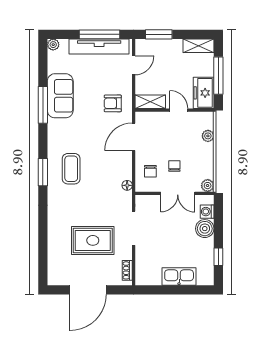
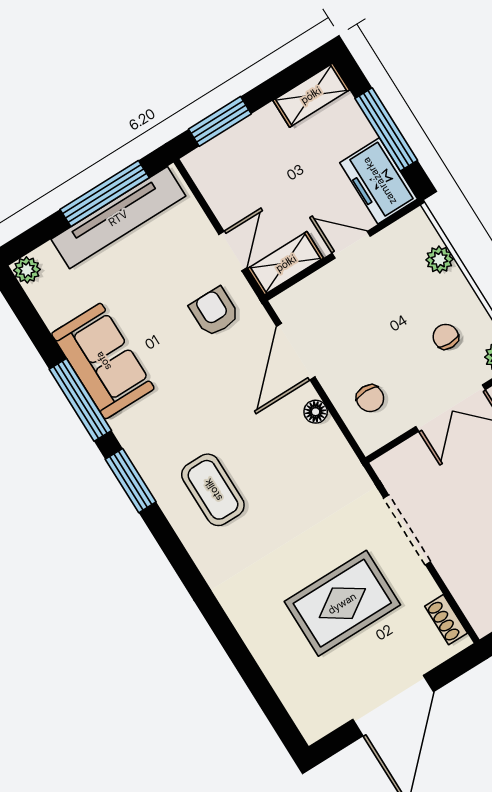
door: (134, 65) -> (233, 251), moved
armchair: (113, 103) -> (214, 312), turned 90
chair: (174, 166) -> (446, 337), moved
window: (43, 172) -> (131, 481), moved
floor lamp: (127, 185) -> (316, 412), moved

